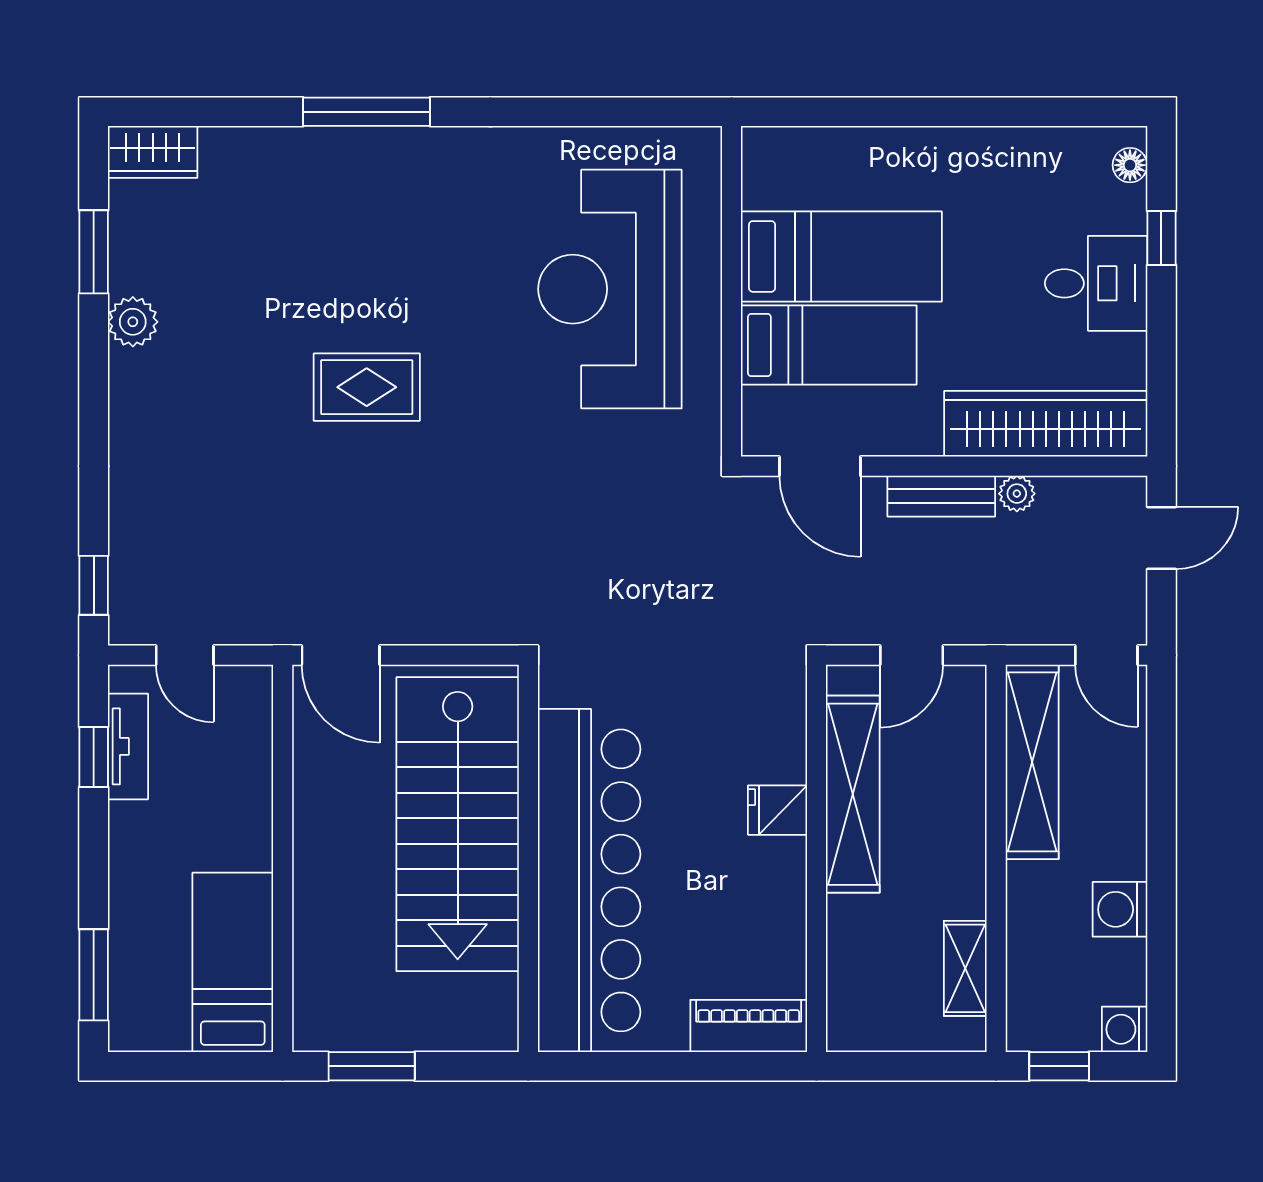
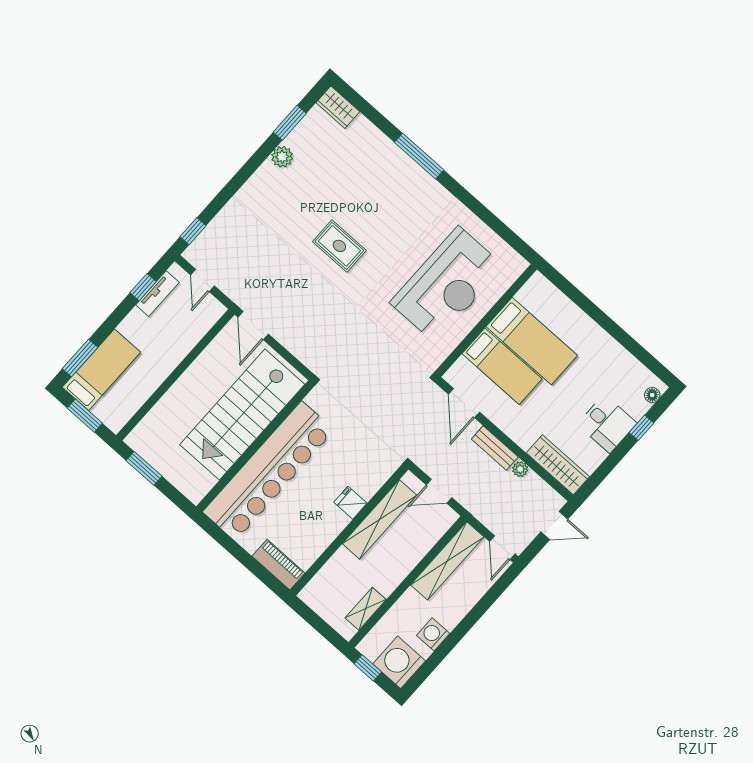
reception desk: (610, 289) -> (447, 285), turned 180
wardrobe: (1046, 424) -> (558, 465), width x0.71, depth x0.85
bed: (233, 962) -> (101, 370), moved
washing machine: (1125, 1029) -> (399, 662), width x1.89, depth x1.89
window: (190, 1066) -> (85, 416), added

